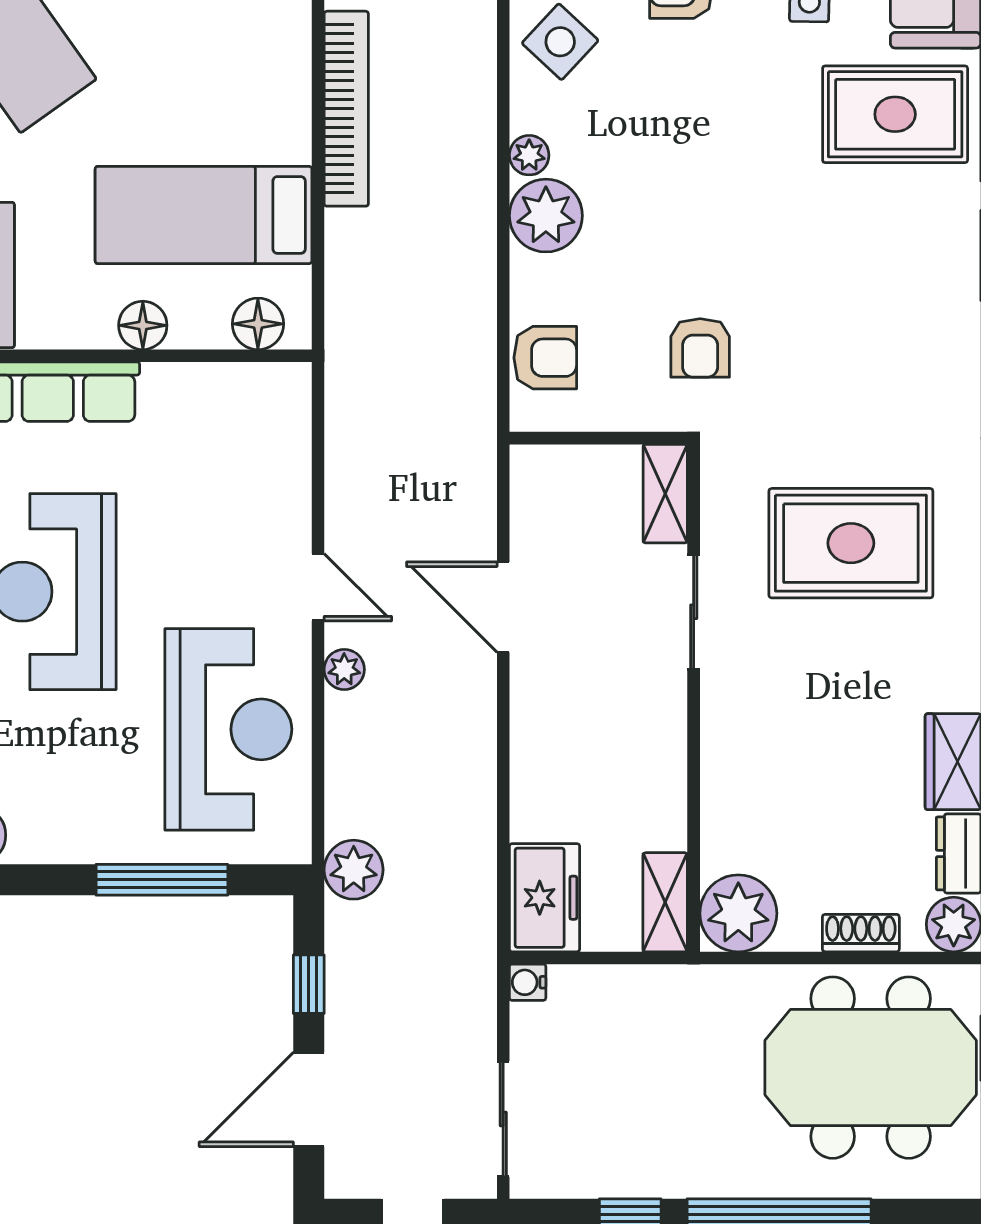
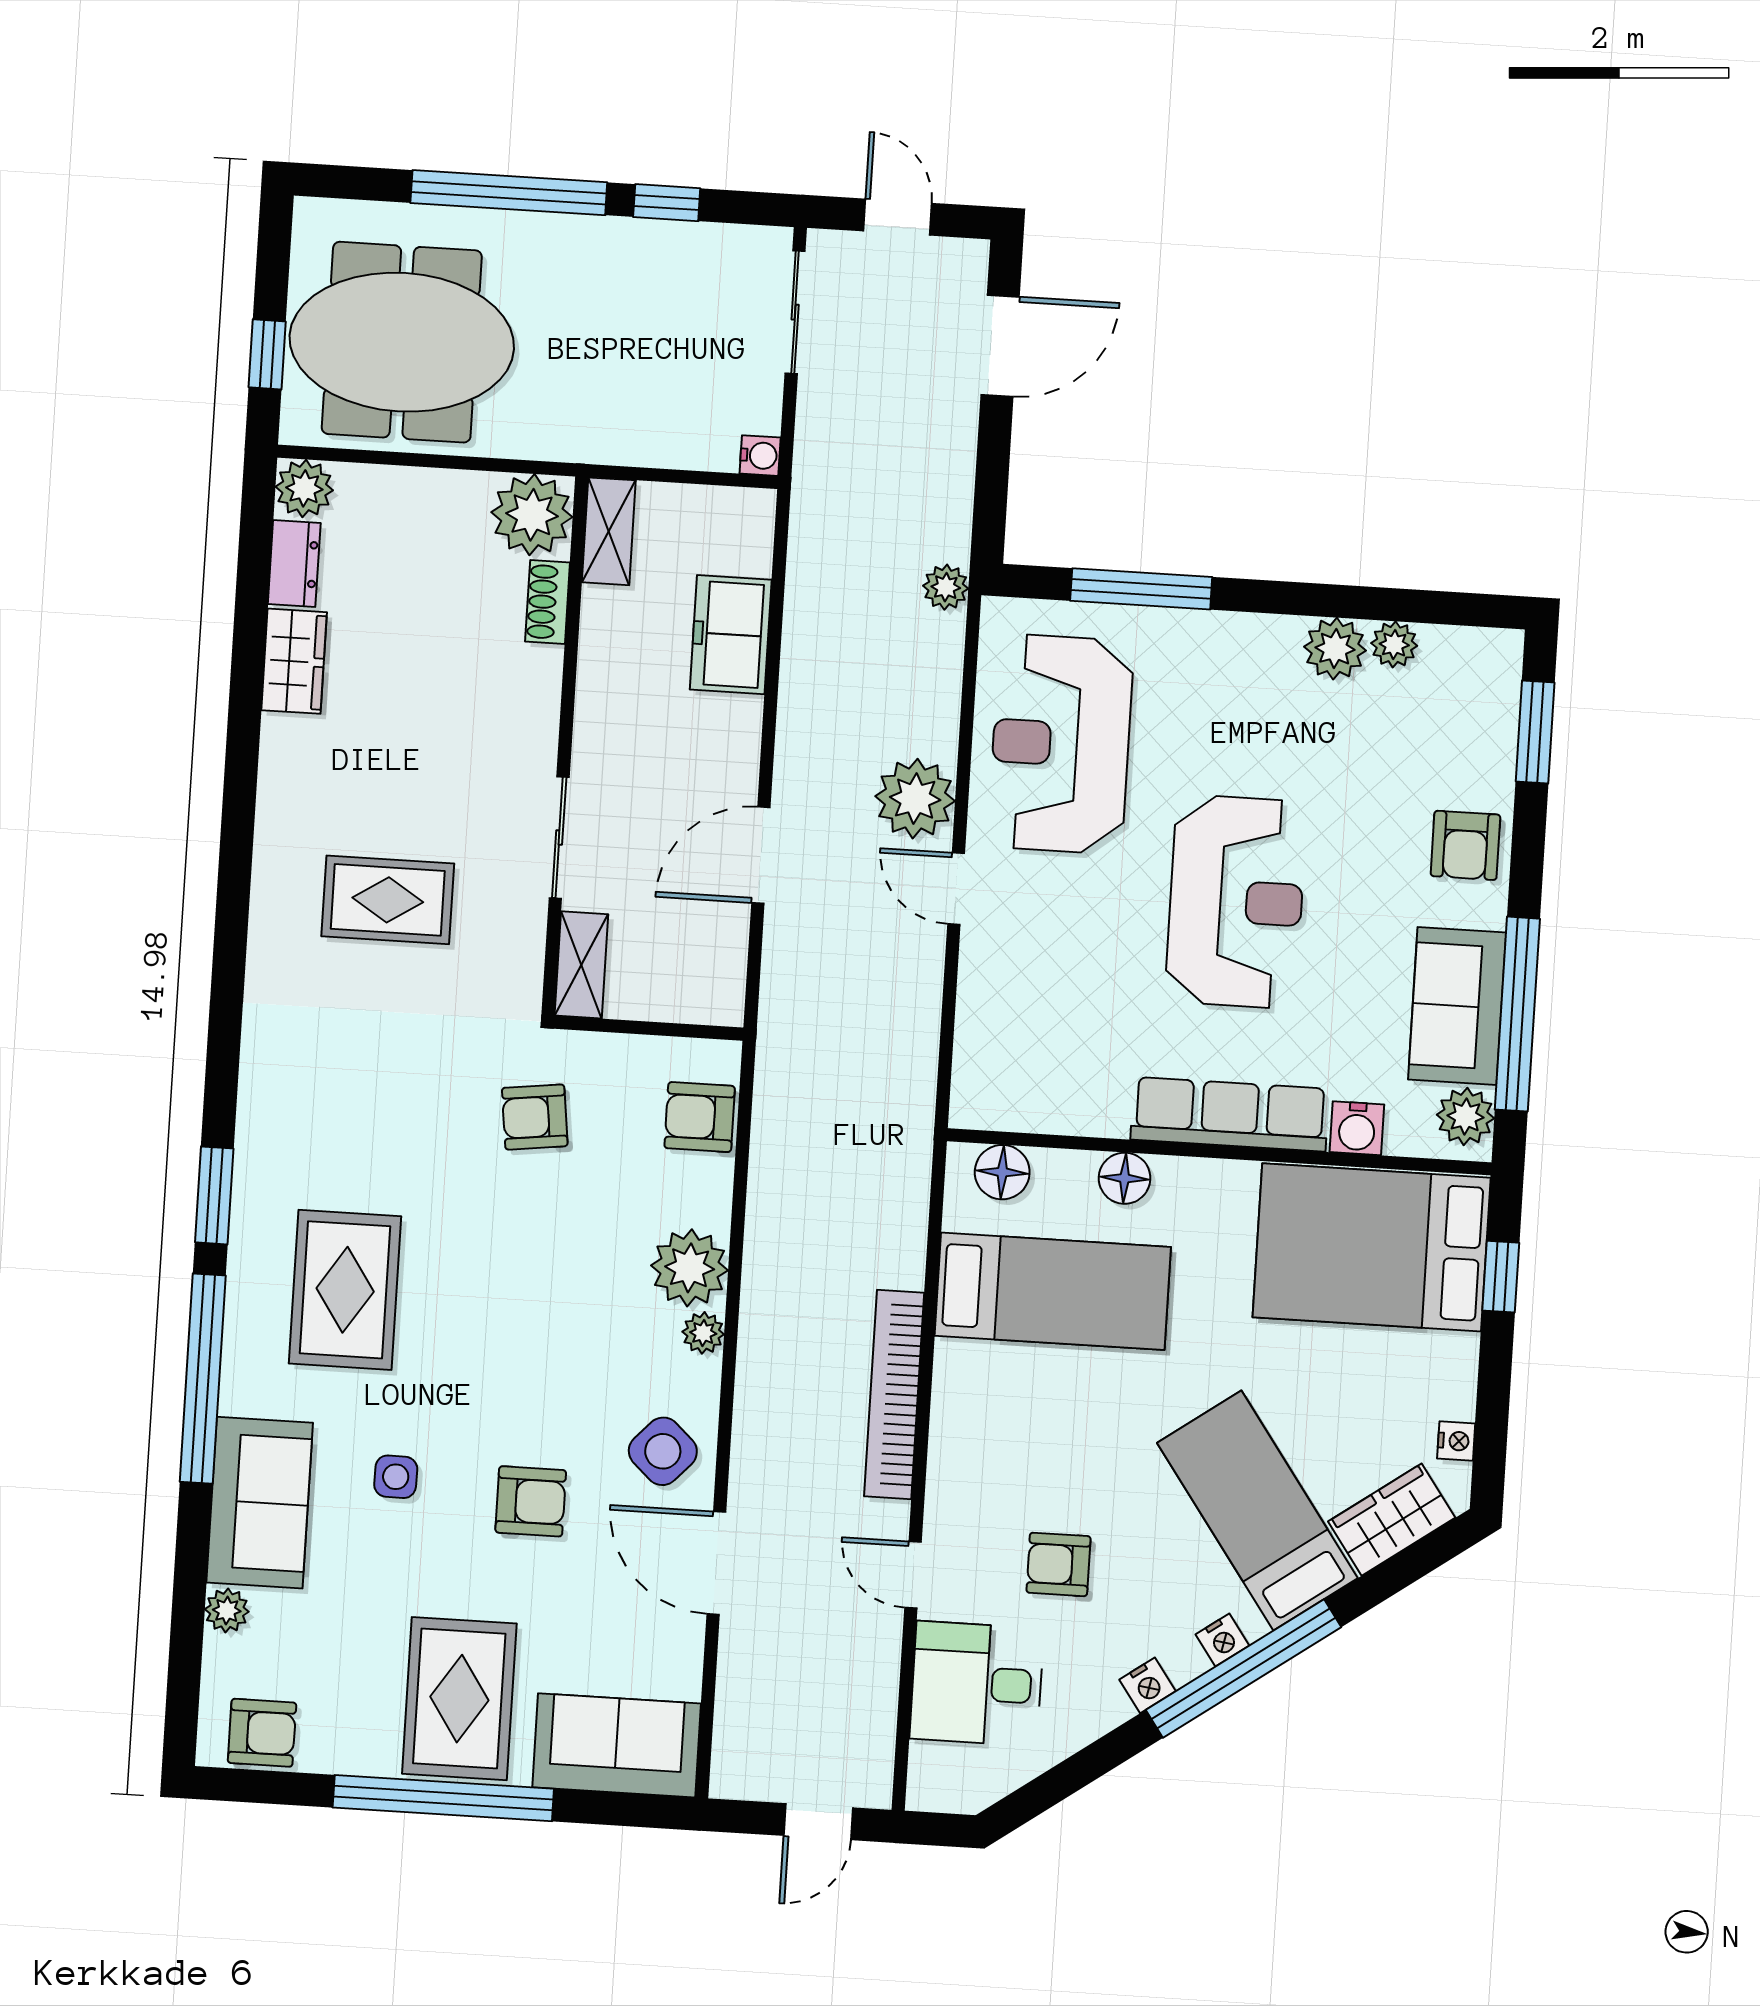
rug: (895, 114) -> (345, 1290), moved, turned 90
armchair: (700, 348) -> (535, 1117), turned -97
rug: (851, 543) -> (388, 900), width x0.73, depth x0.70
door: (503, 607) -> (761, 855), swing flipped
plant: (344, 669) -> (915, 799), width x1.88, depth x1.88
plant: (354, 870) -> (946, 587), width x0.73, depth x0.73
freezer: (545, 898) -> (731, 635), moved
shoe rack: (861, 933) -> (548, 602), moved, turned 90
window: (309, 984) -> (992, 468), removed

